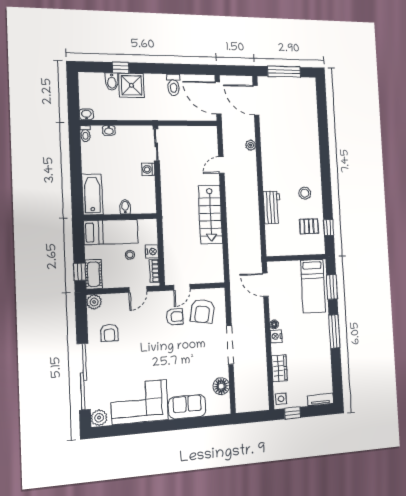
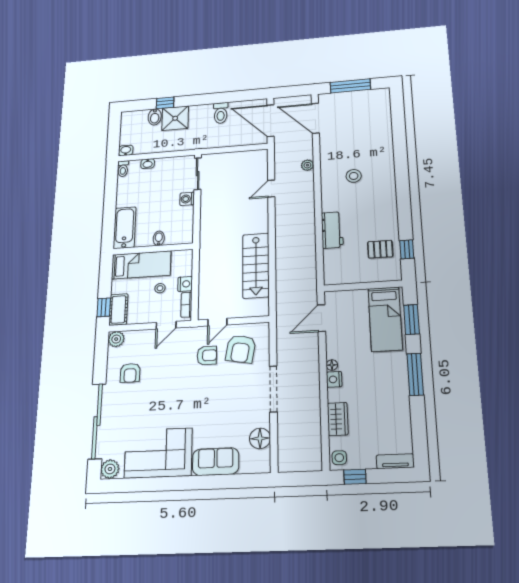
stool: (305, 193) -> (354, 176), moved
stairs: (210, 214) -> (256, 265), moved
door: (265, 285) -> (321, 318), hinge flipped

